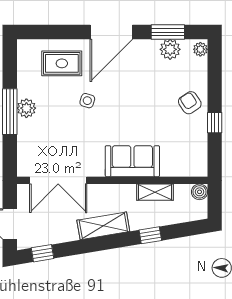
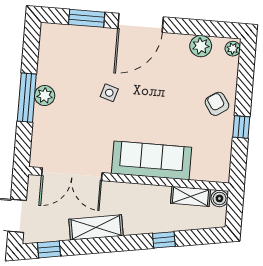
window: (168, 32) -> (87, 18), moved
rug: (62, 63) -> (86, 51), removed
sofa: (132, 161) -> (151, 160), width x1.36
shelving: (155, 192) -> (190, 196), moved
shelving: (103, 226) -> (96, 227), moved

